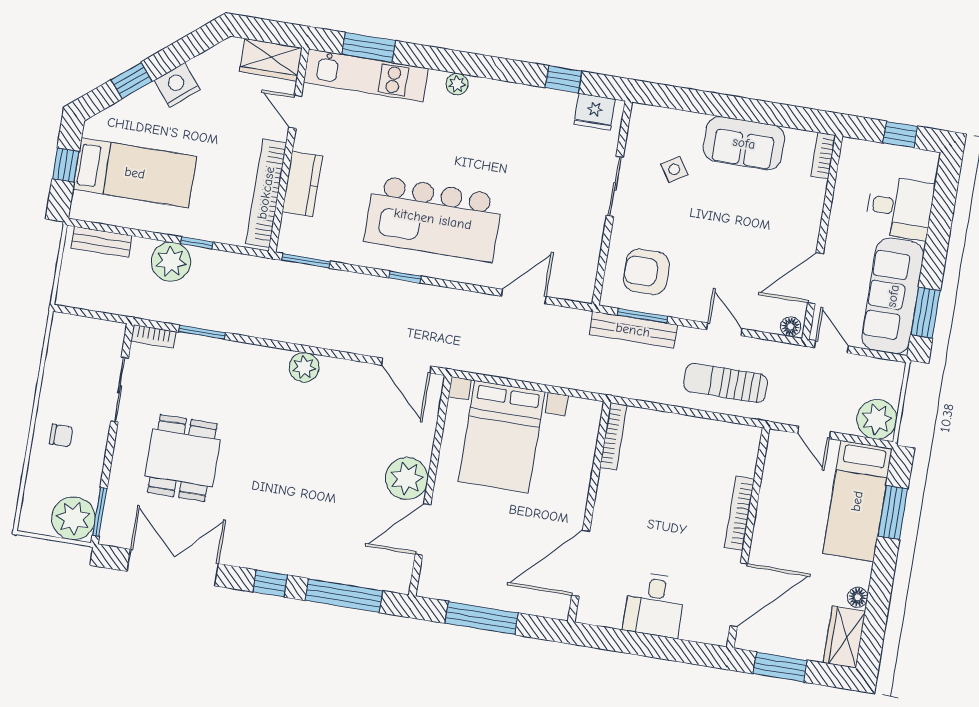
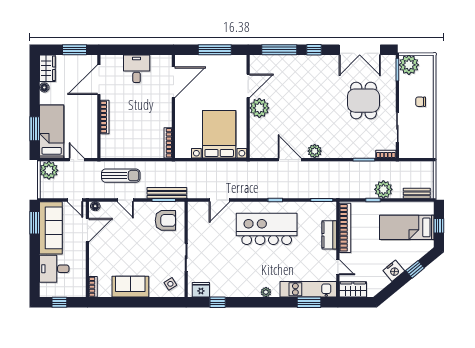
side table: (674, 169) -> (170, 284), moved
door: (406, 366) -> (290, 160), moved

